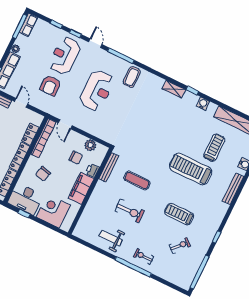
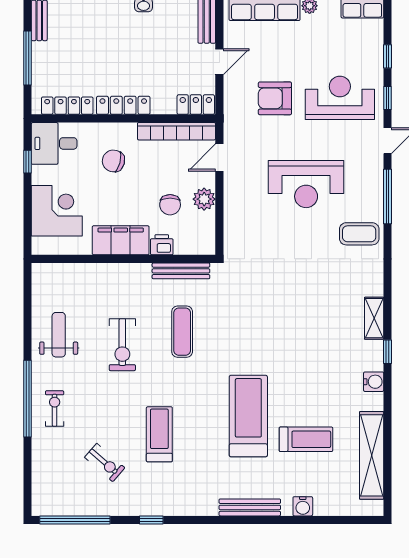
locker: (30, 134) -> (196, 105), moved
plant: (90, 145) -> (204, 199), moved
desk: (25, 199) -> (54, 143), width x0.73

